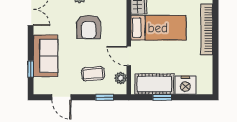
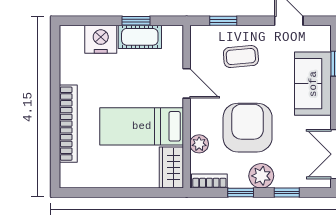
armchair: (89, 27) -> (248, 128), width x1.36, depth x1.36
plant: (121, 78) -> (199, 144), moved
cot: (154, 84) -> (140, 37), width x0.73, depth x0.75

